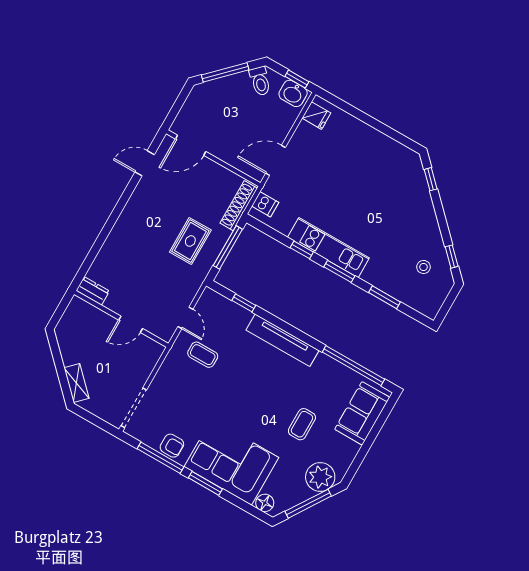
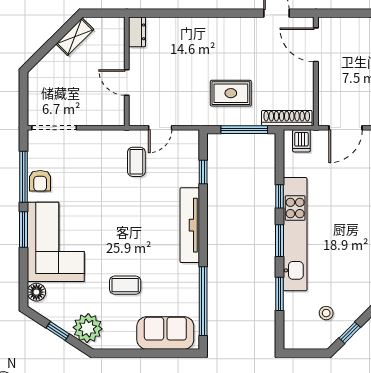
door: (275, 160) -> (346, 128), swing flipped
kitchen unit: (328, 248) -> (295, 234), width x1.36
shelving: (77, 383) -> (75, 37), moved
window: (308, 504) -> (58, 331), width x0.46

